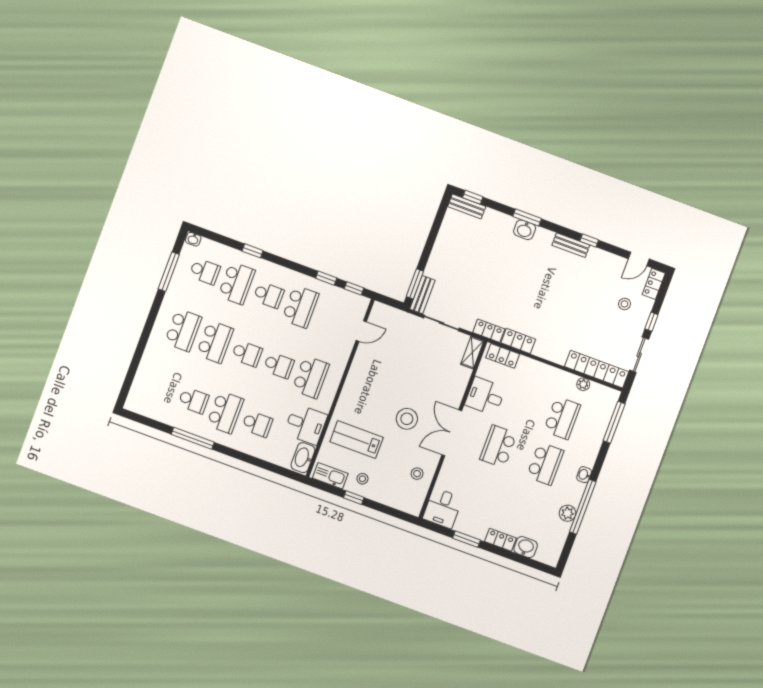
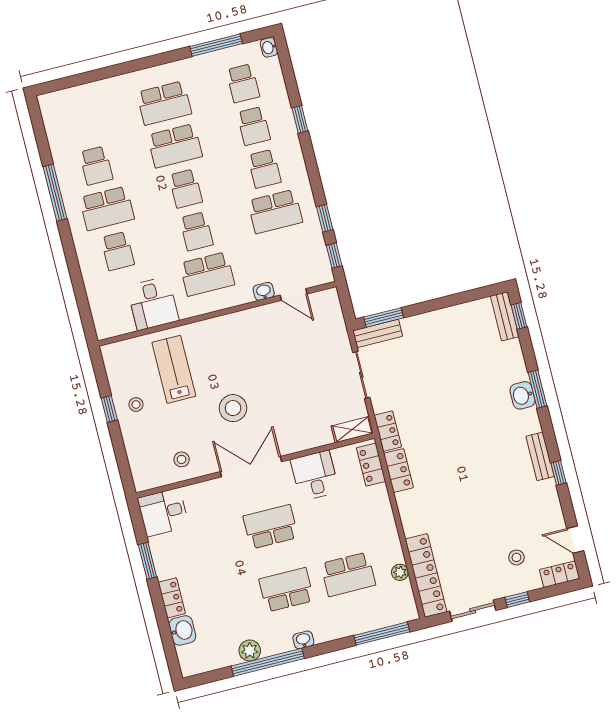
school desk: (237, 283) -> (254, 126), width x0.54
washbasin: (303, 458) -> (264, 291), moved, width x0.52, depth x0.69
school desk: (545, 464) -> (286, 590), turned 180
kitchen sink: (330, 476) -> (116, 368), removed

